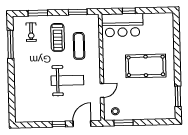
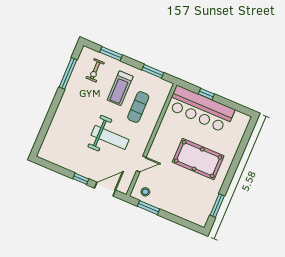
bar counter: (122, 25) -> (201, 109), width x1.36

